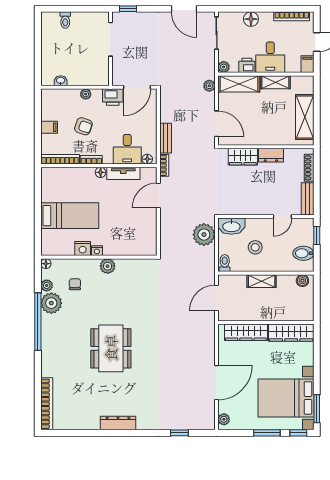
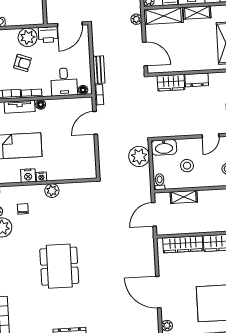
plant: (86, 94) -> (28, 37), width x1.88, depth x1.88
tv unit: (123, 173) -> (20, 107), moved
shelving: (262, 281) -> (184, 197), moved
door: (217, 383) -> (158, 292), swing flipped

